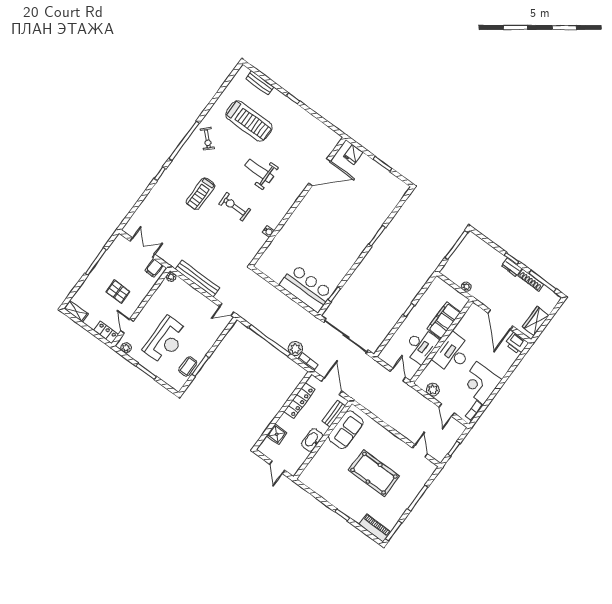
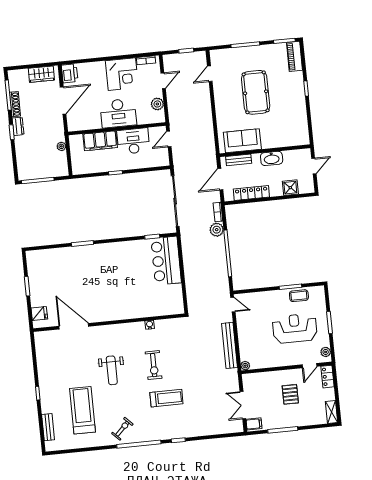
filing cabinet: (154, 268) -> (254, 424), moved

